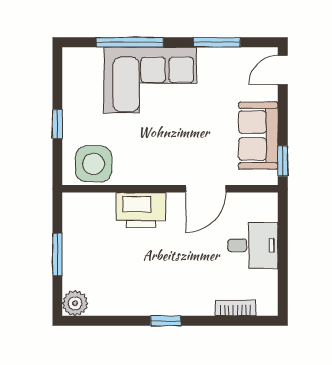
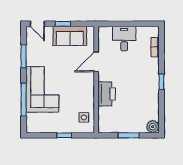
window: (283, 161) -> (63, 24), moved
side table: (93, 164) -> (84, 117), width x0.54, depth x0.54
door: (206, 189) -> (96, 62), swing flipped

